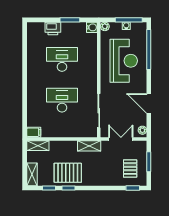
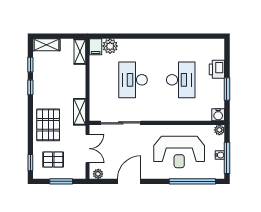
desk: (62, 100) -> (133, 80), turned 180
plant: (33, 120) -> (110, 46), added
pallet: (68, 173) -> (48, 125), moved

